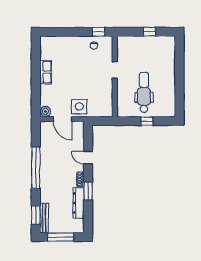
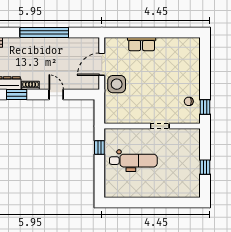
row of seats: (45, 72) -> (142, 44), moved
plant: (45, 111) -> (111, 44), removed
window: (147, 121) -> (99, 148), moved
door: (88, 158) -> (56, 94), hinge flipped

